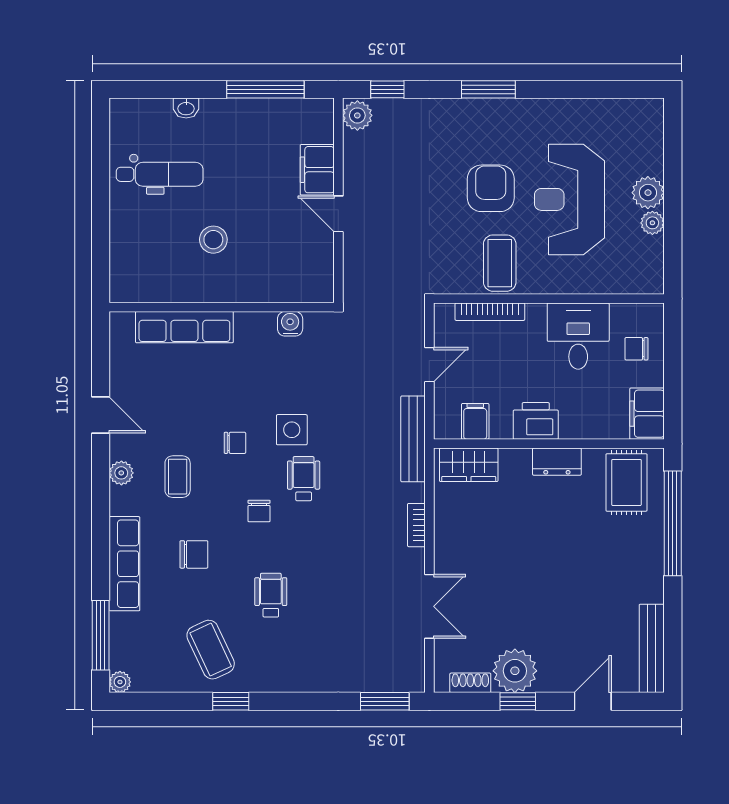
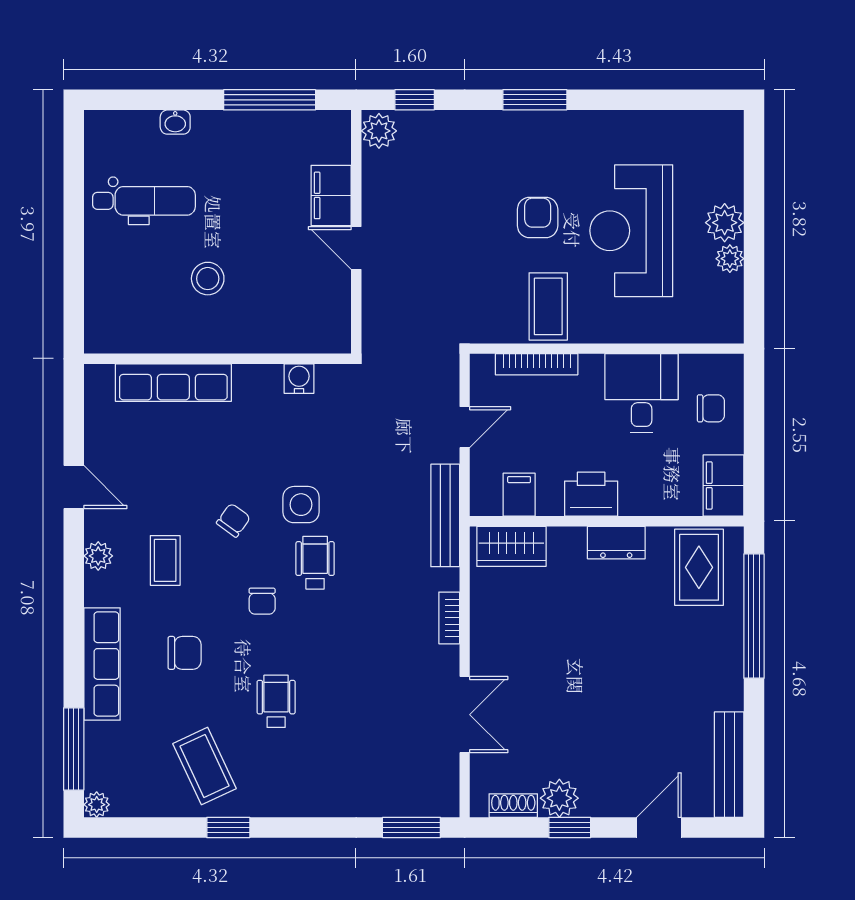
armchair: (491, 188) -> (538, 218), width x0.72, depth x0.72
chair: (636, 349) -> (711, 408), turned 180
chair: (235, 443) -> (233, 520), turned -54
plant: (515, 671) -> (559, 798), width x0.73, depth x0.73

